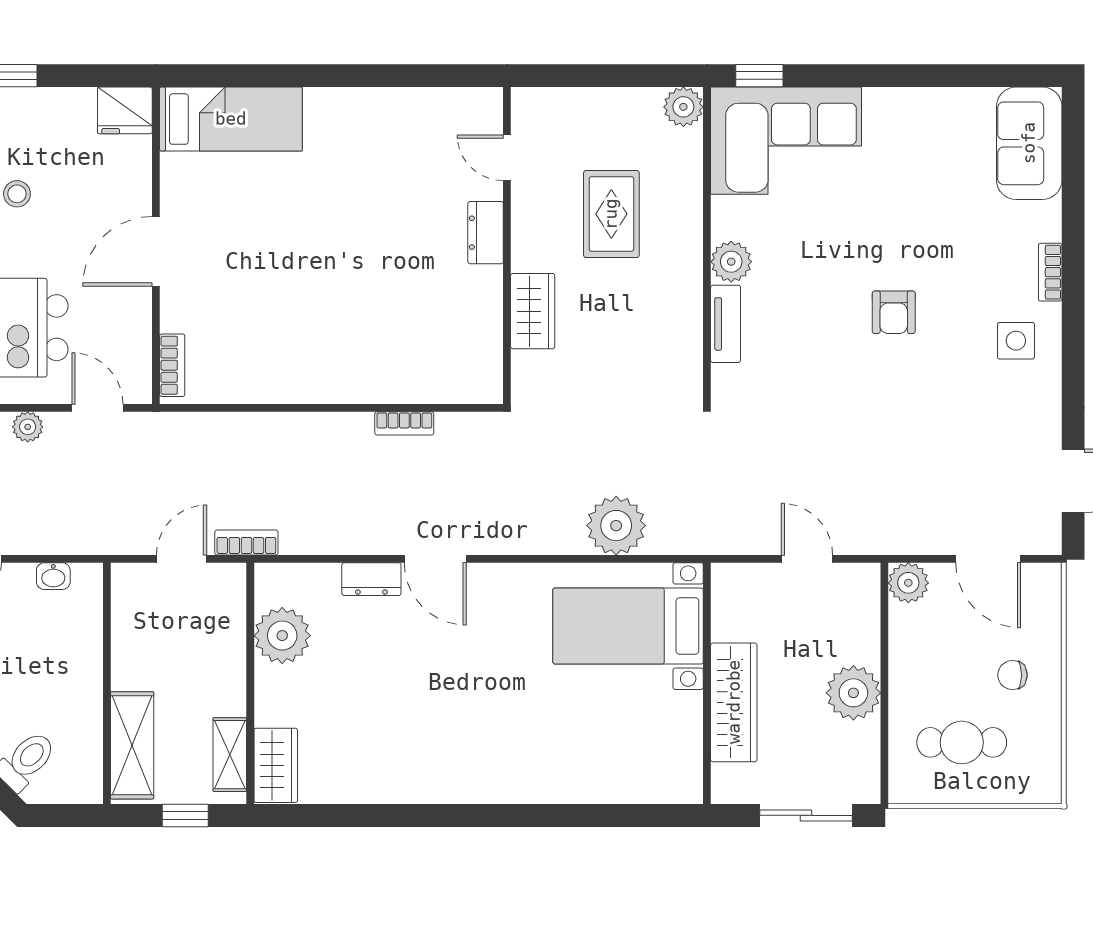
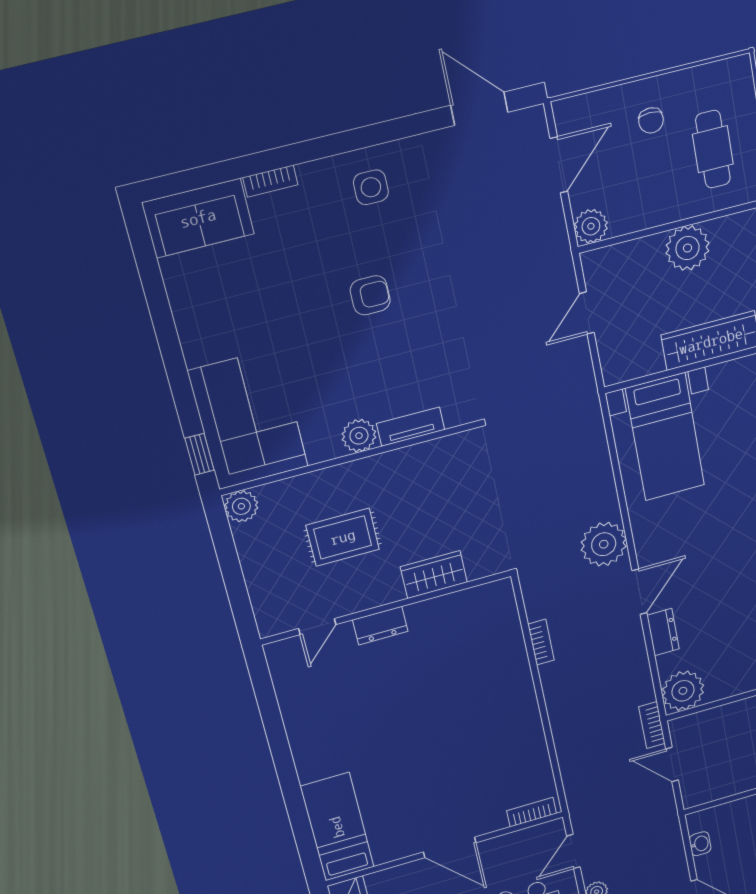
bookcase: (1050, 272) -> (270, 181), moved
plant: (616, 526) -> (604, 544), moved
plant: (282, 636) -> (683, 691), moved

